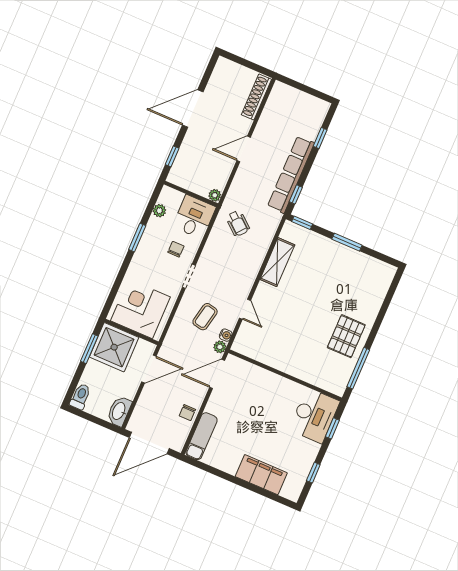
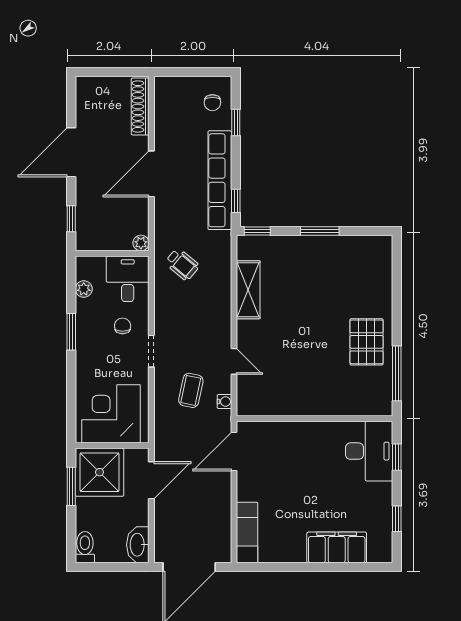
door: (244, 149) -> (151, 174), width x1.36
plant: (220, 347) -> (224, 418), removed
chair: (187, 413) -> (212, 103), moved

